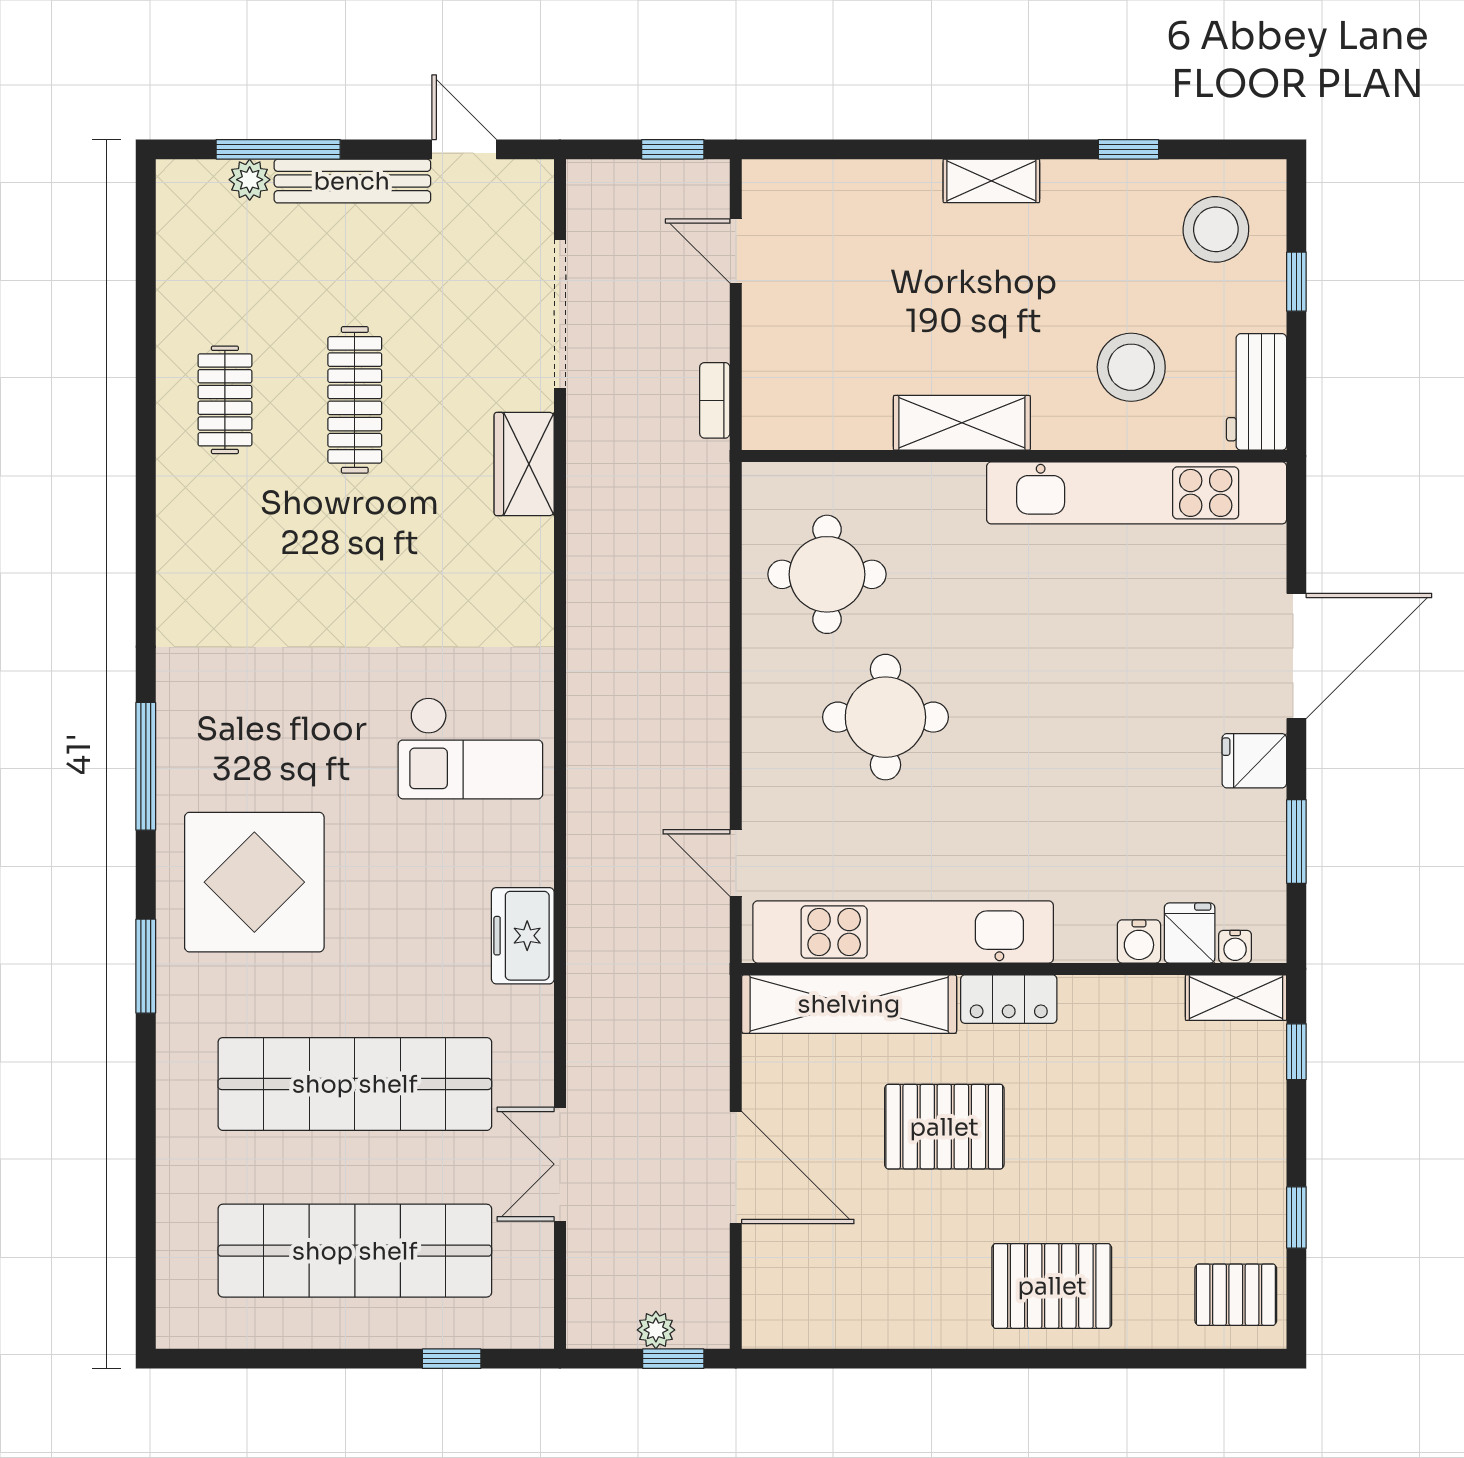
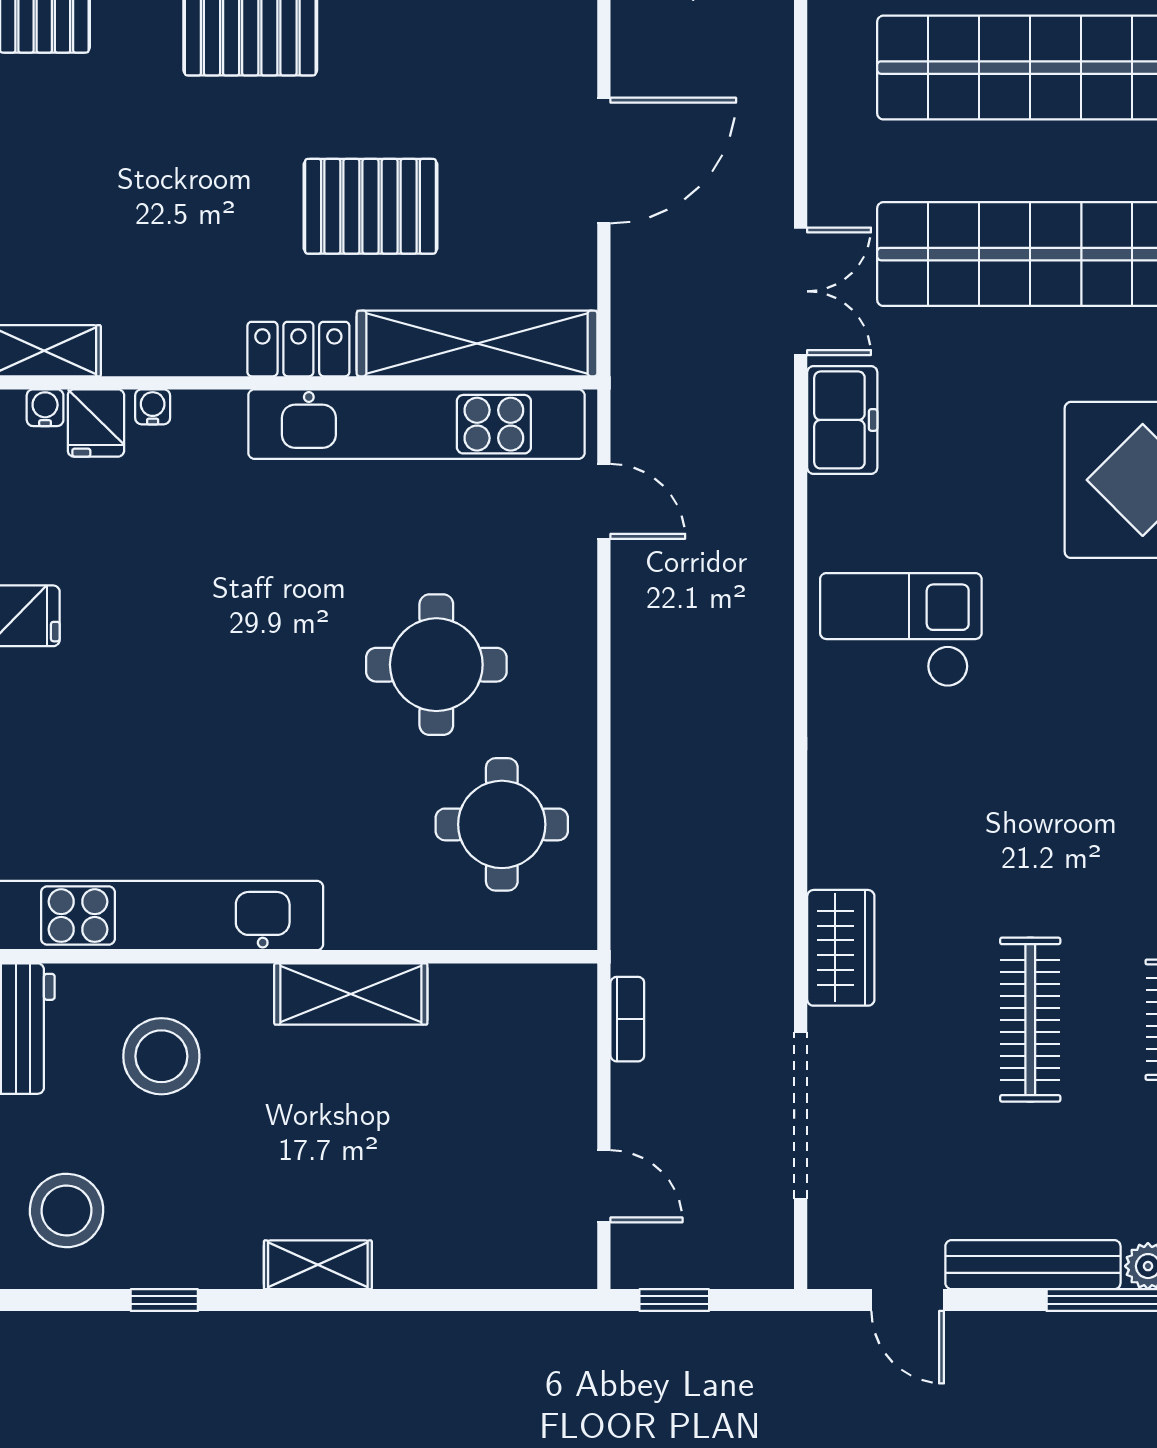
water cooler: (1139, 941) -> (153, 407), width x0.72, depth x0.72
double door: (560, 1164) -> (801, 291), moved
door: (736, 1168) -> (604, 161), swing flipped

